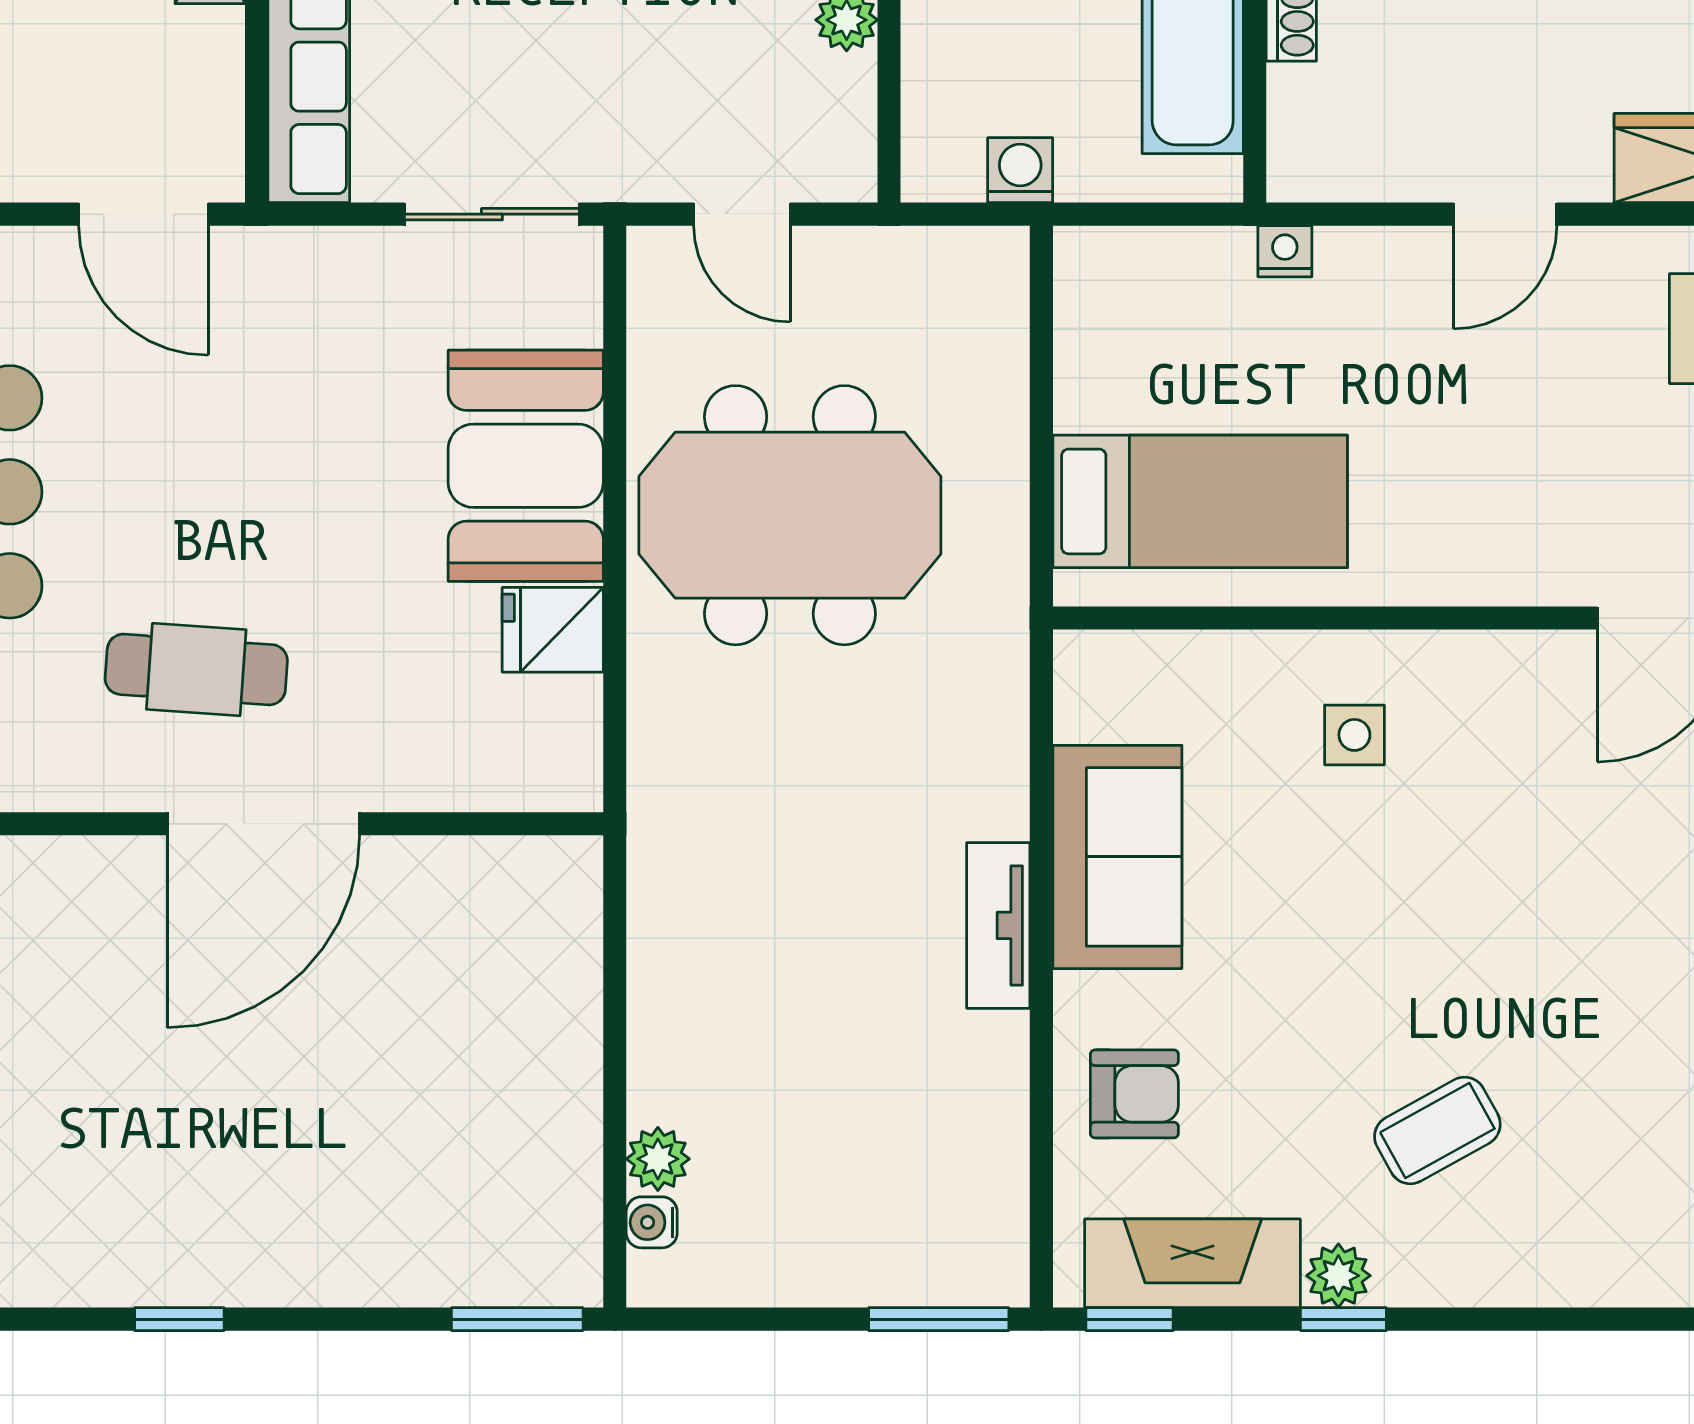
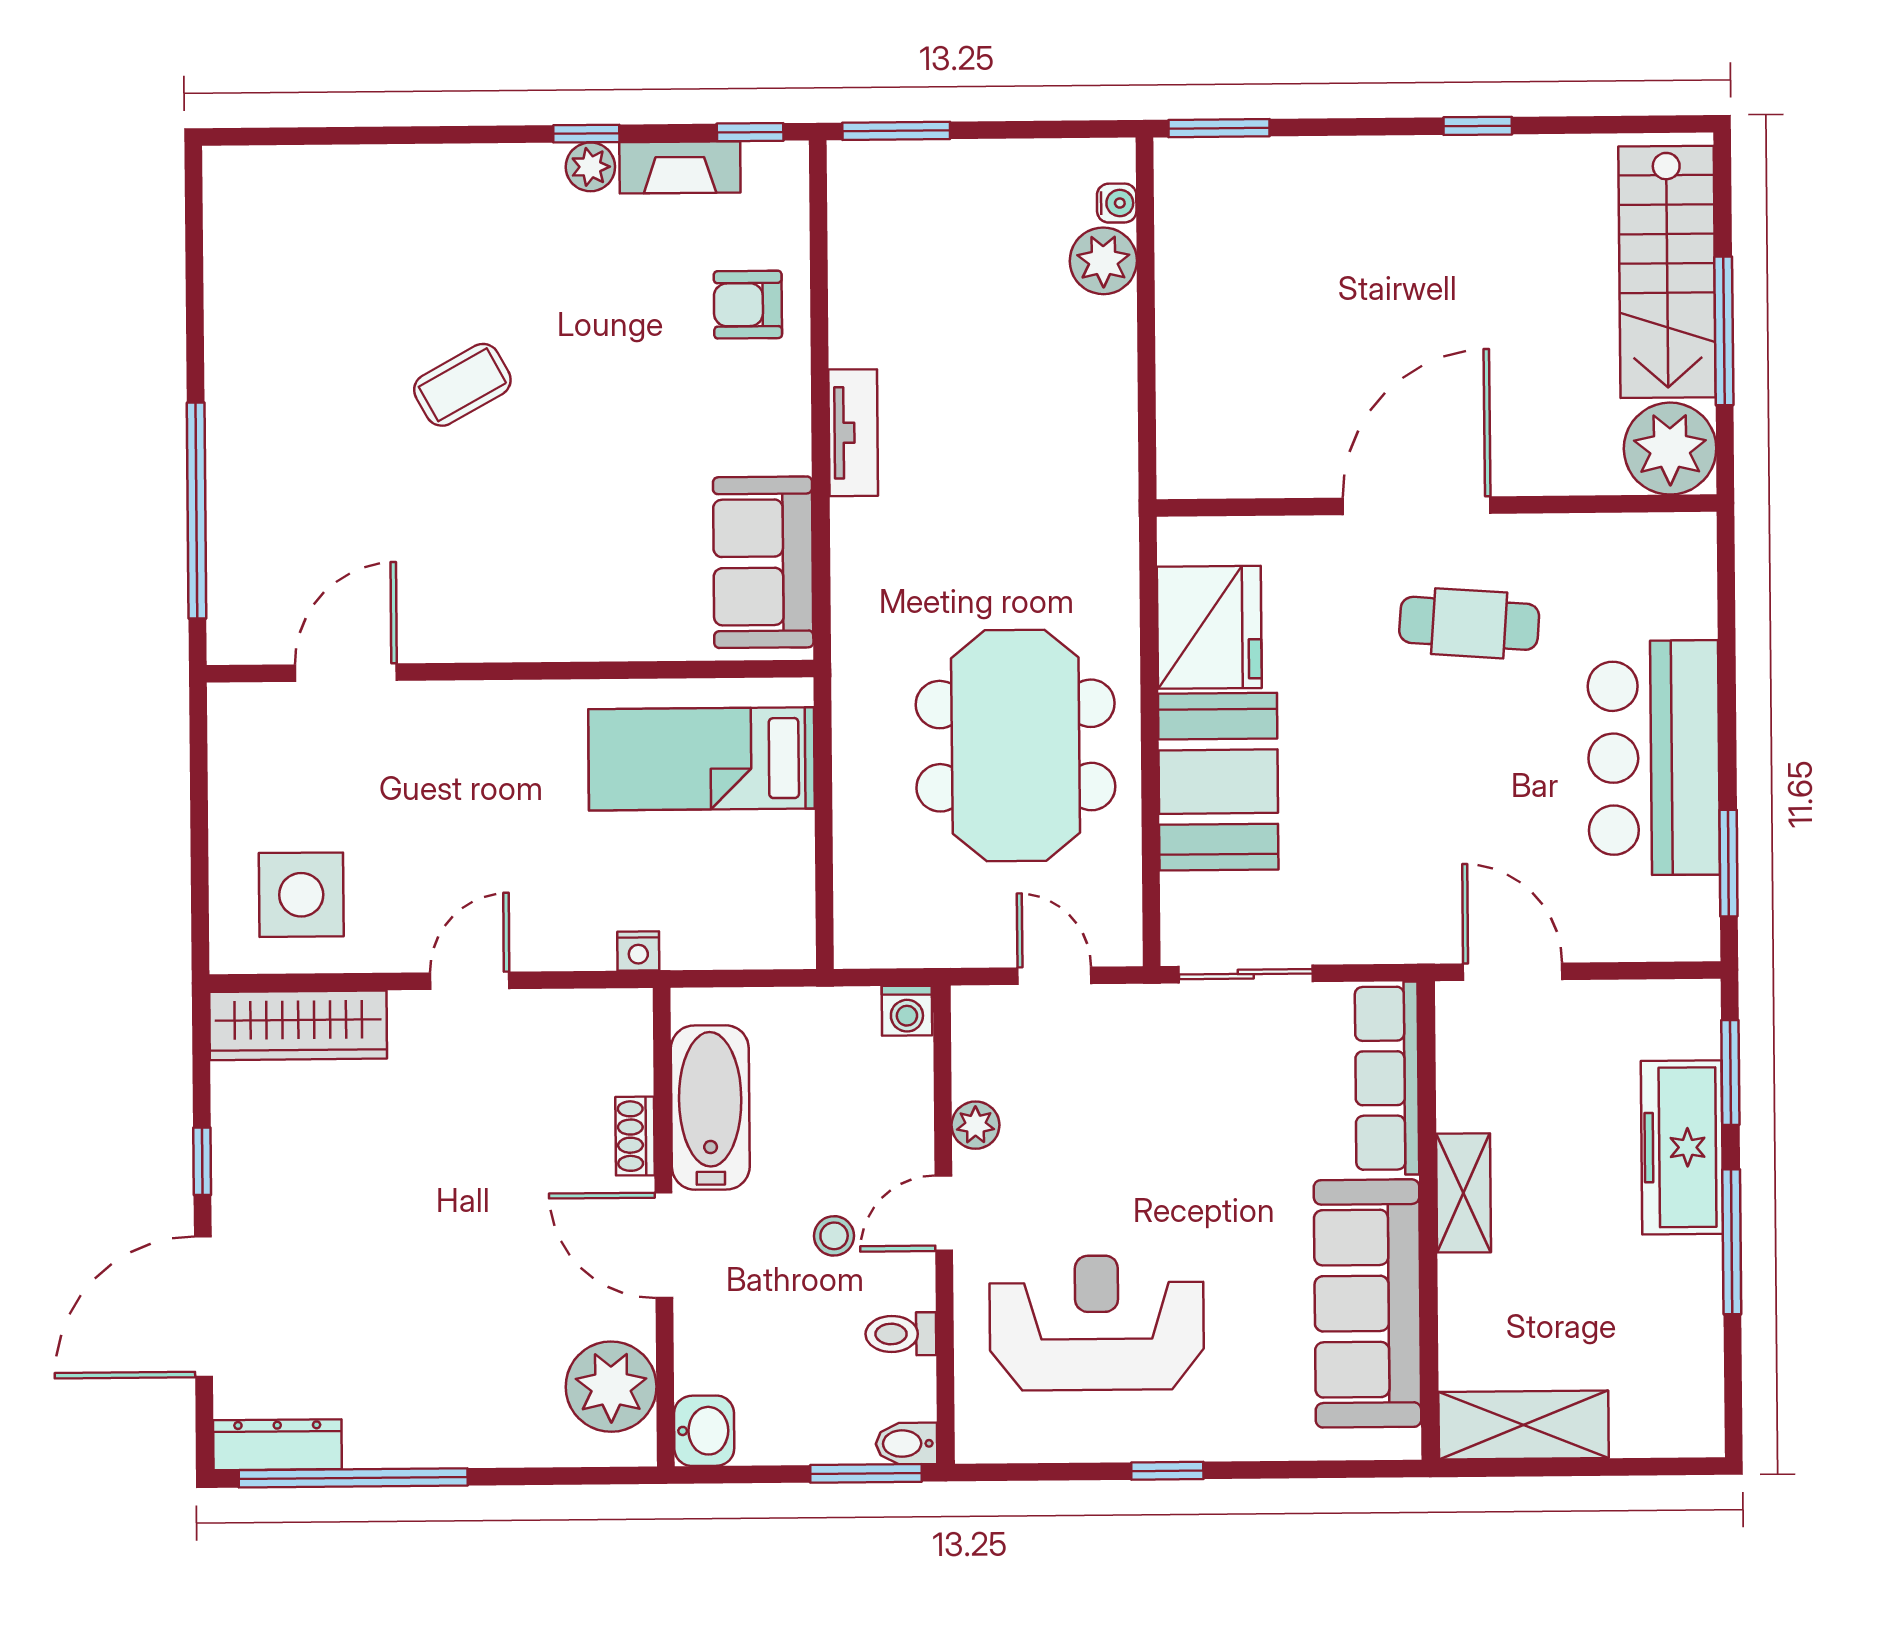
washing machine: (1020, 170) -> (907, 1011), moved
meeting table: (790, 515) -> (1016, 746), turned 90
fridge: (553, 630) -> (1209, 627), width x1.88, depth x1.34
side table: (1354, 735) -> (582, 581), removed
sofa: (1117, 857) -> (763, 562), moved
coffee table: (1437, 1130) -> (462, 385), moved
plant: (658, 1159) -> (1103, 261), width x1.38, depth x1.38
fireplace: (1193, 1263) -> (680, 167), width x0.73, depth x0.76

